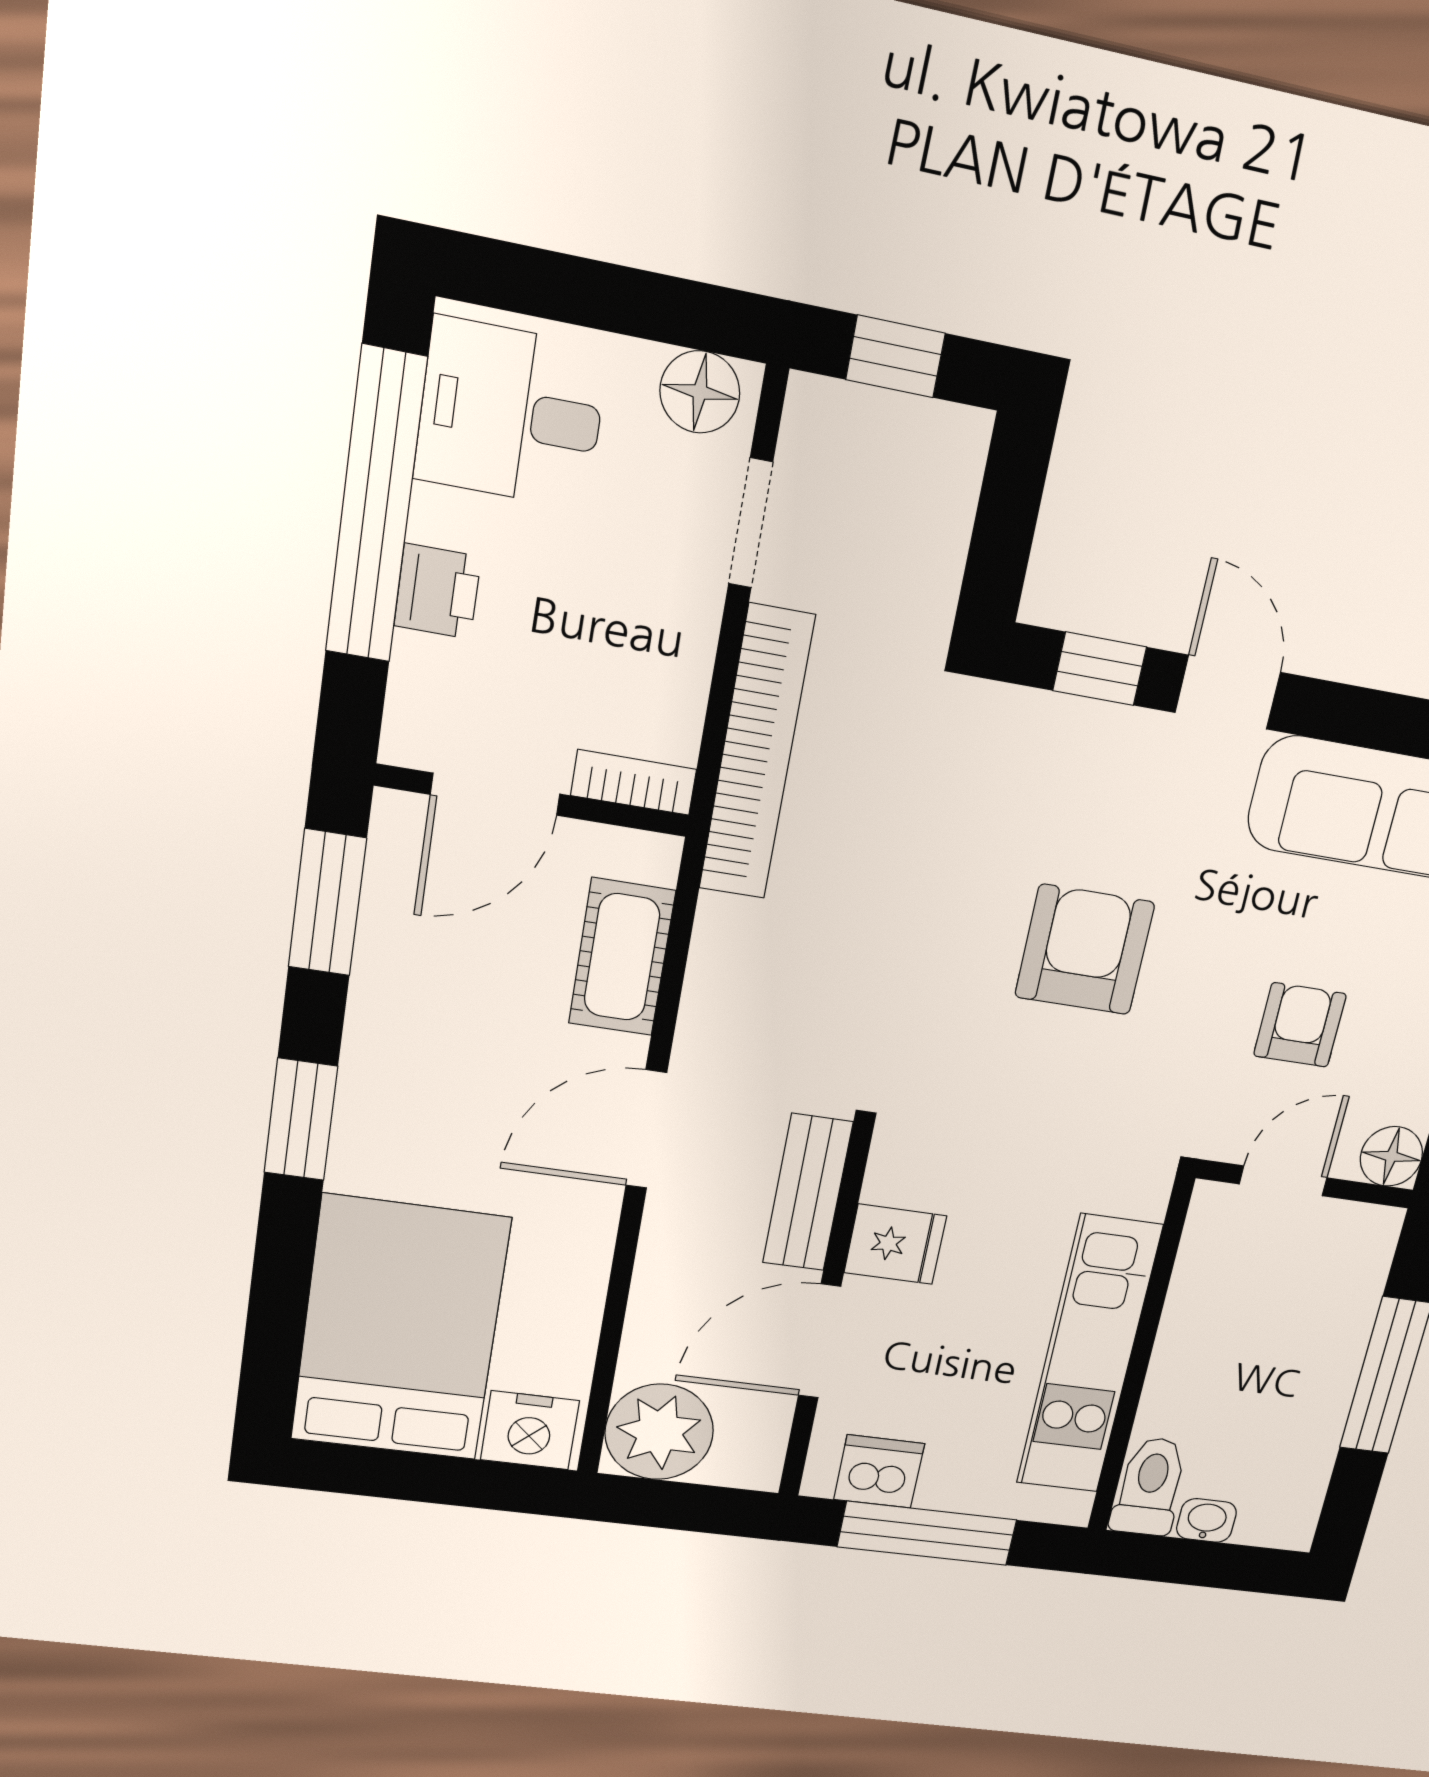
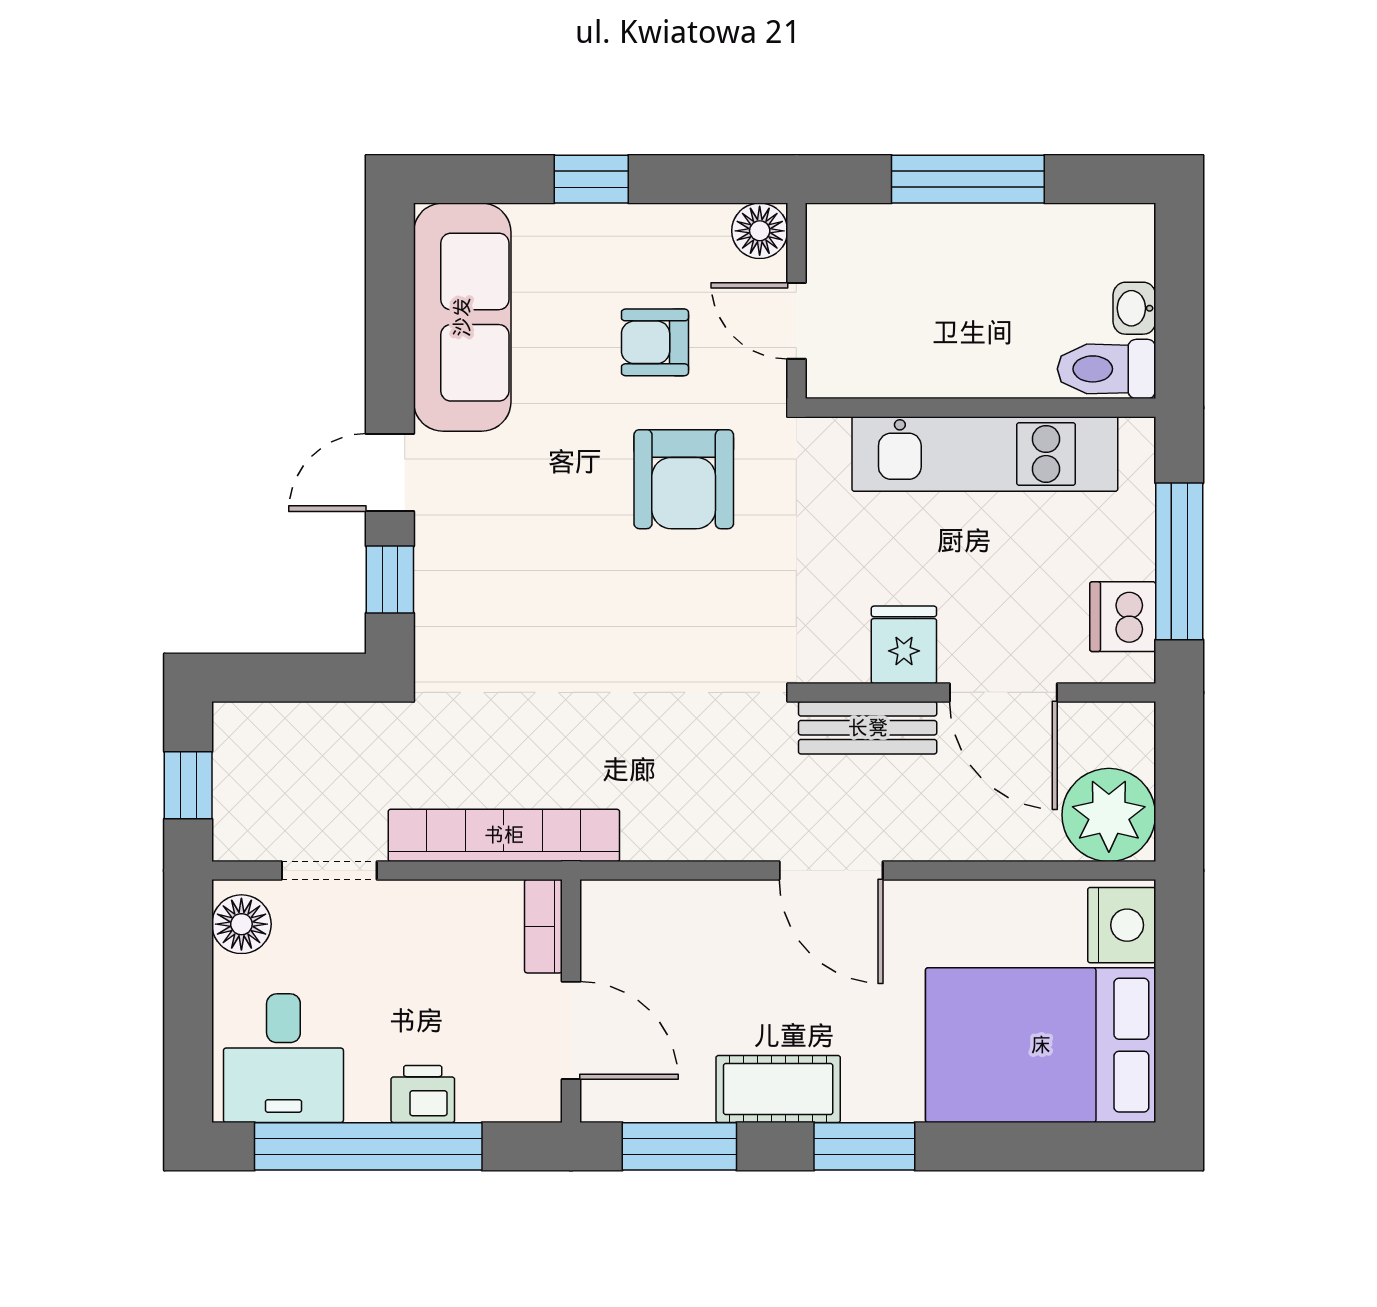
armchair: (1085, 950) -> (684, 479), moved, turned -90
cot: (622, 957) -> (778, 1089), moved

